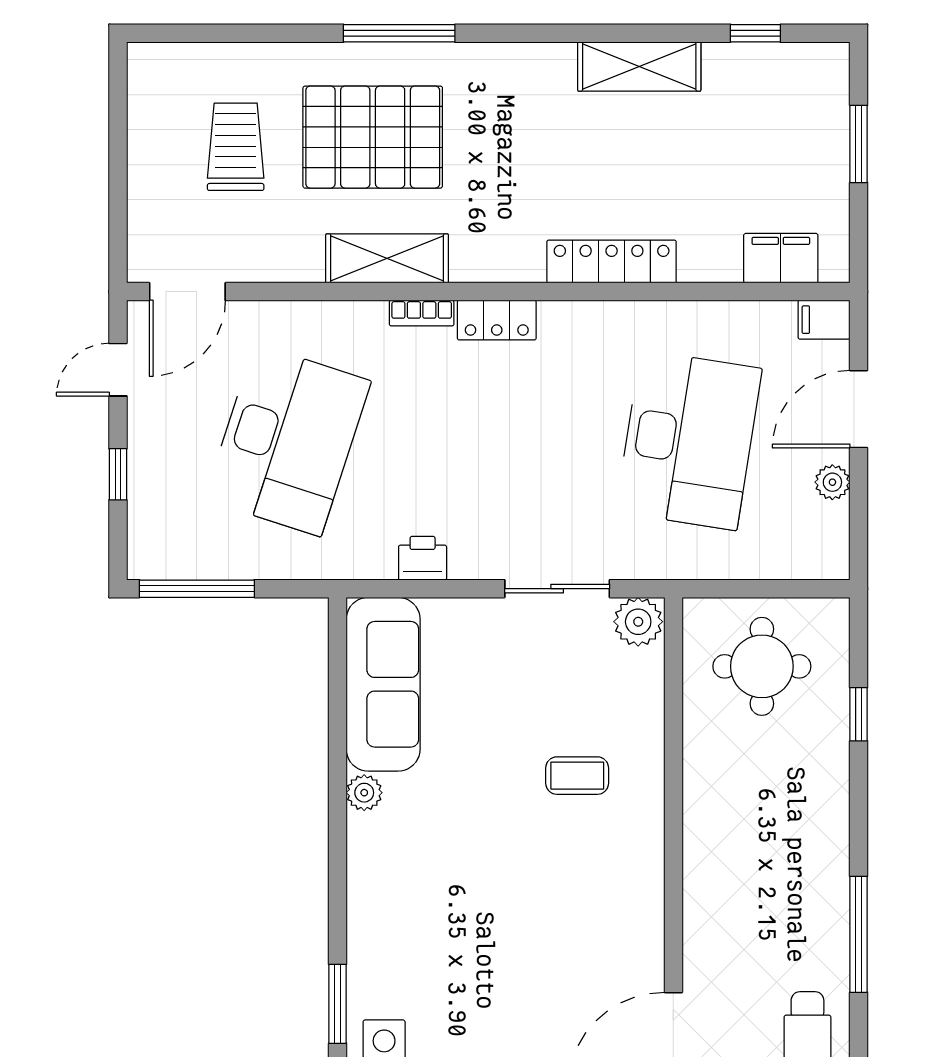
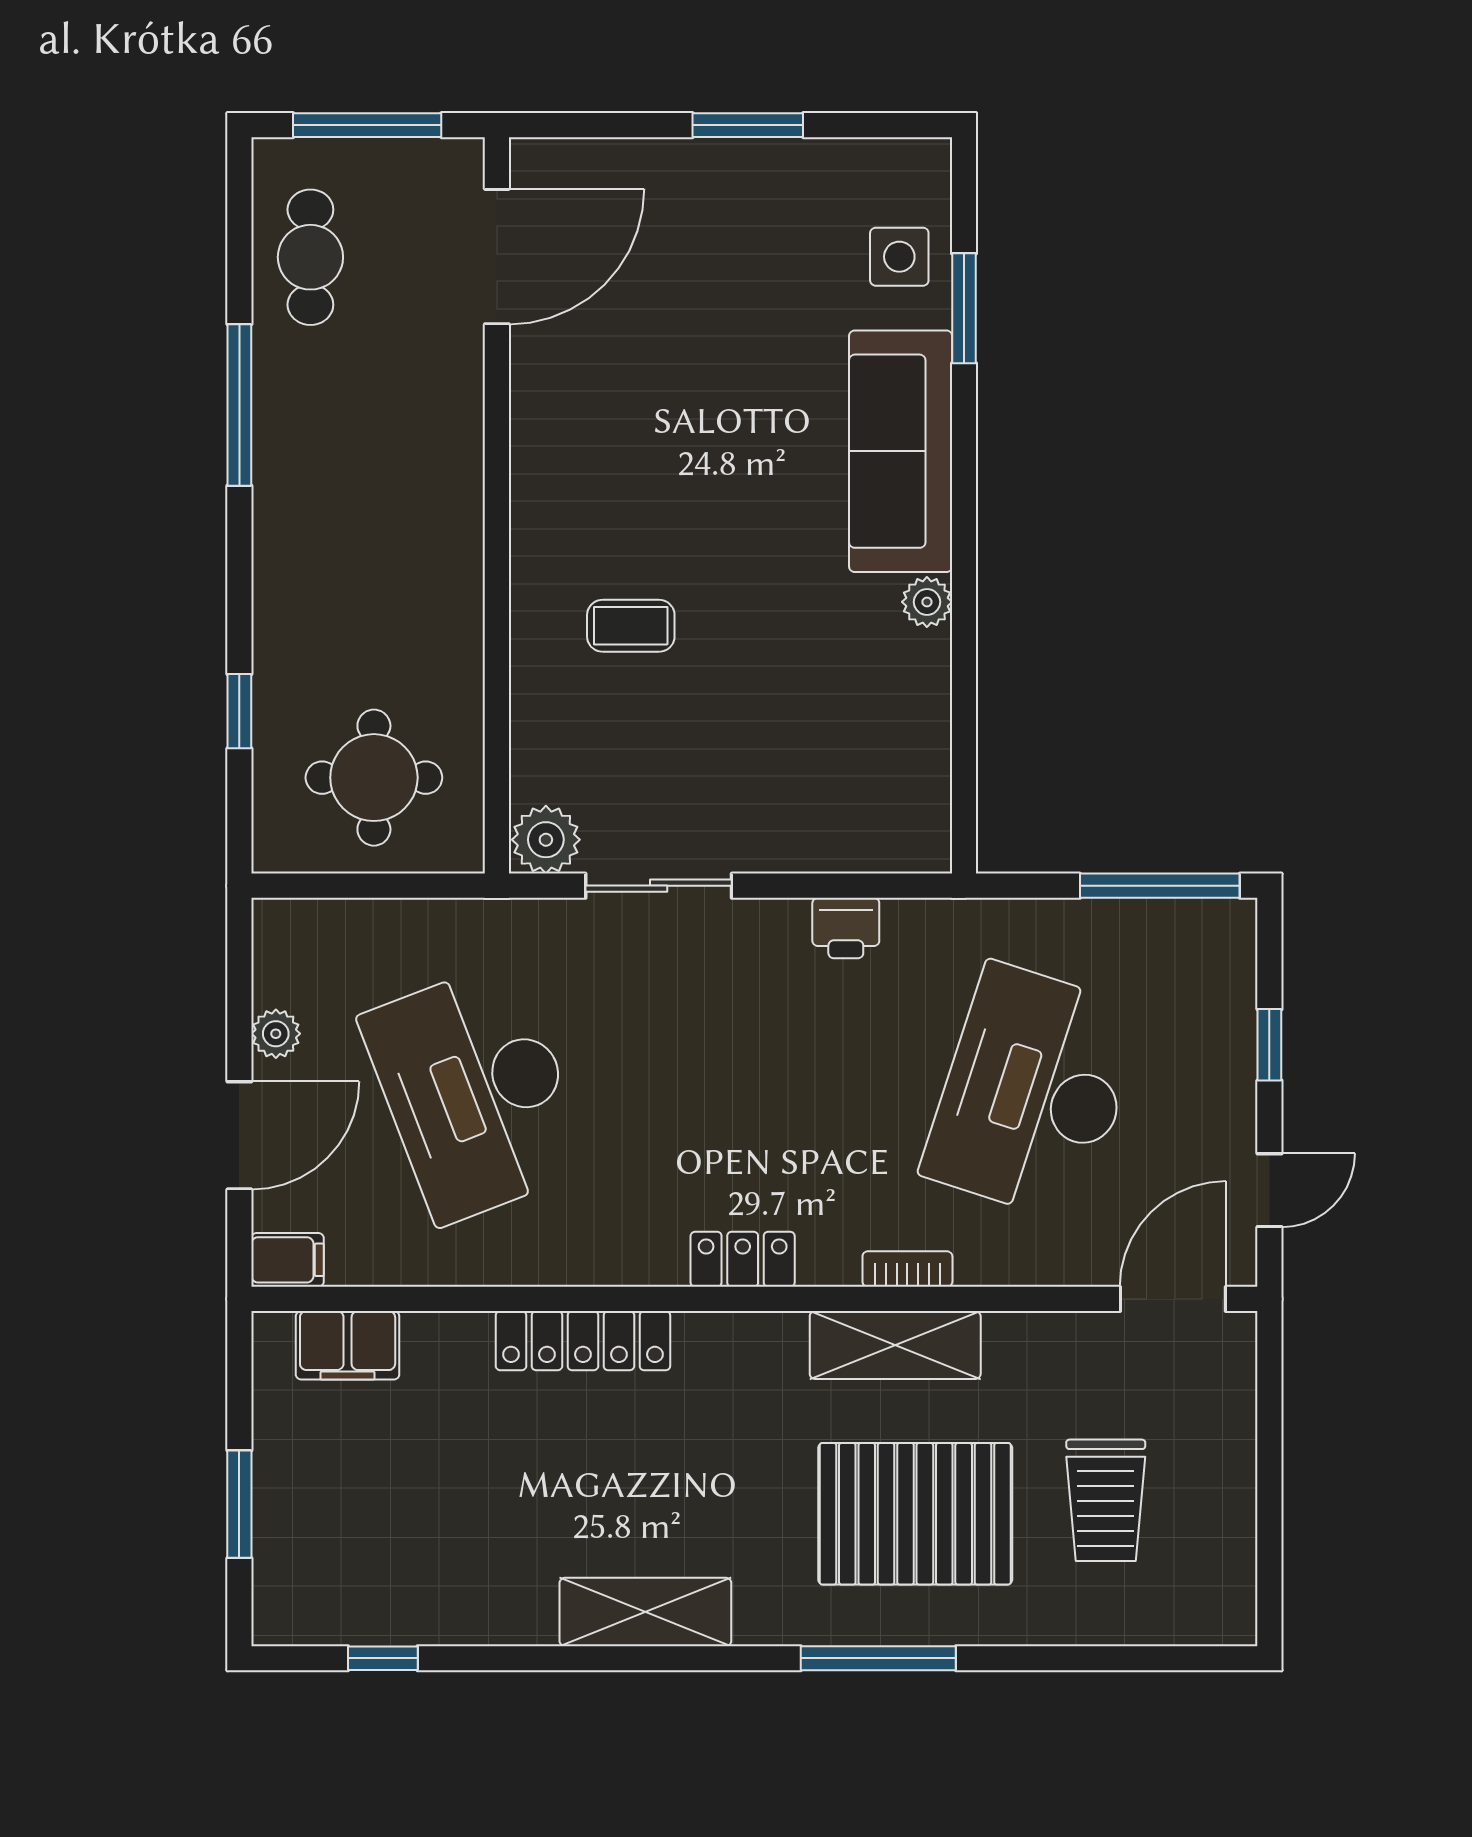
shelving: (639, 66) -> (645, 1612), moved
bookcase: (422, 313) -> (907, 1269), moved
desk: (689, 440) -> (476, 1092), turned -30
sofa: (383, 684) -> (901, 451), moved

